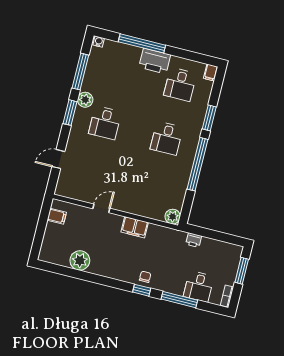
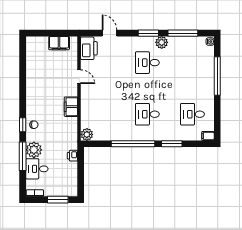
printer: (155, 61) -> (89, 48), moved, turned 180
filing cabinet: (57, 216) -> (59, 43), width x2.00
plant: (80, 260) -> (34, 150), moved

